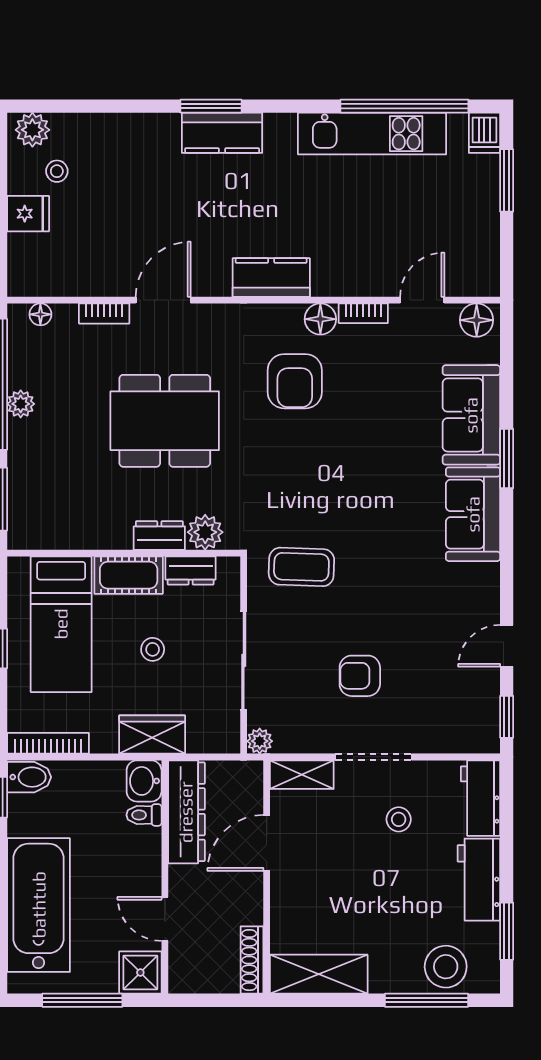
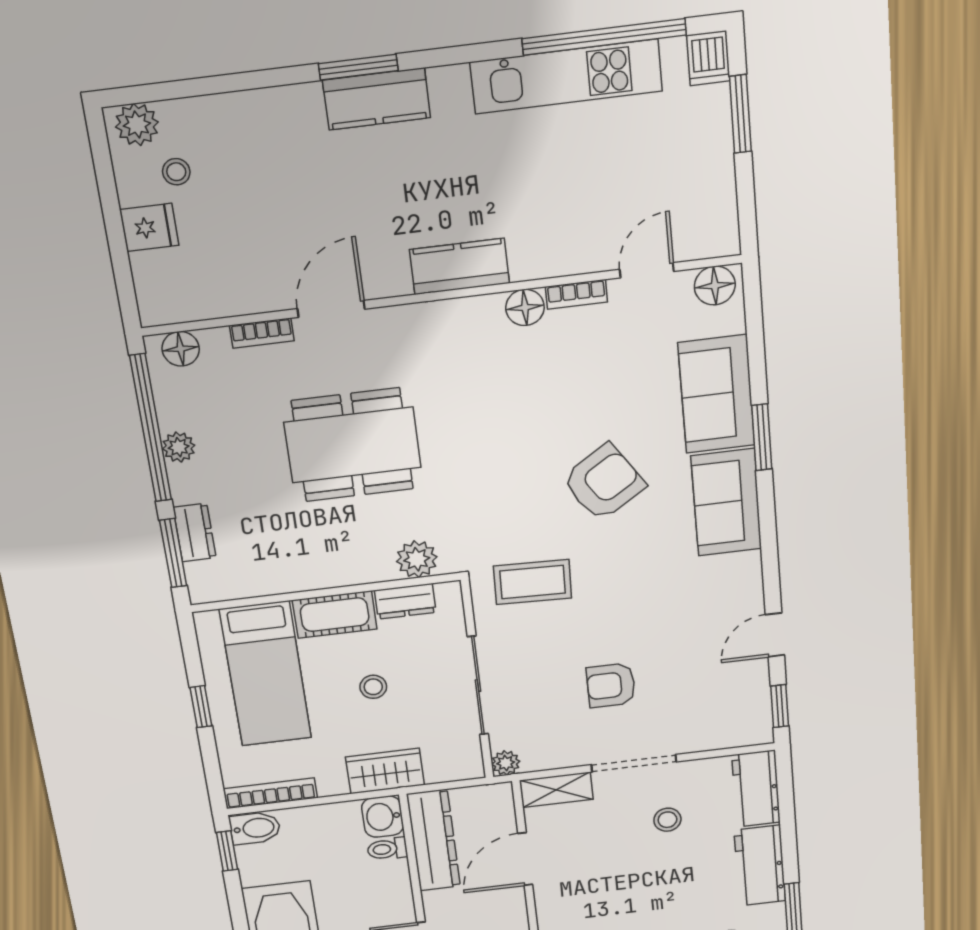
floor lamp: (40, 314) -> (181, 349), width x1.37, depth x1.37
armchair: (295, 381) -> (604, 482), moved, turned -123
dresser: (159, 535) -> (195, 533), moved, turned 90

